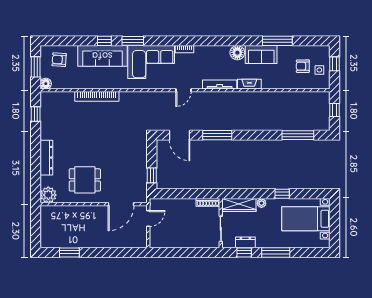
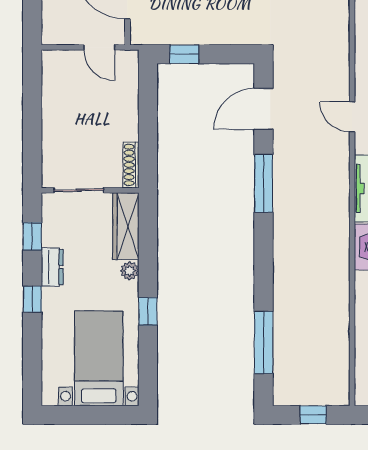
dresser: (245, 242) -> (52, 267), moved
window: (276, 252) -> (32, 299), width x0.46

